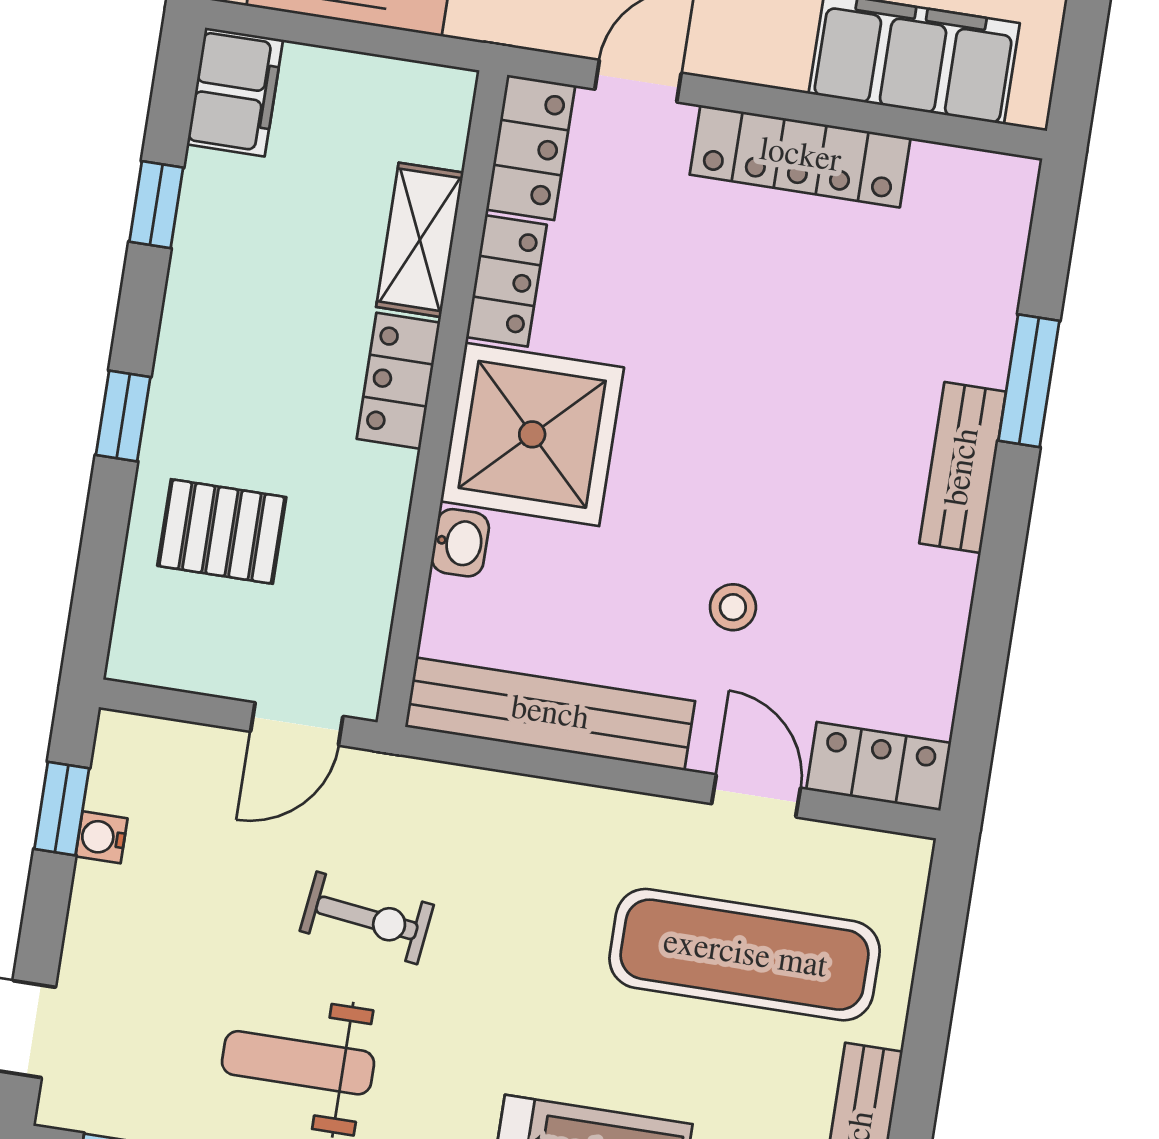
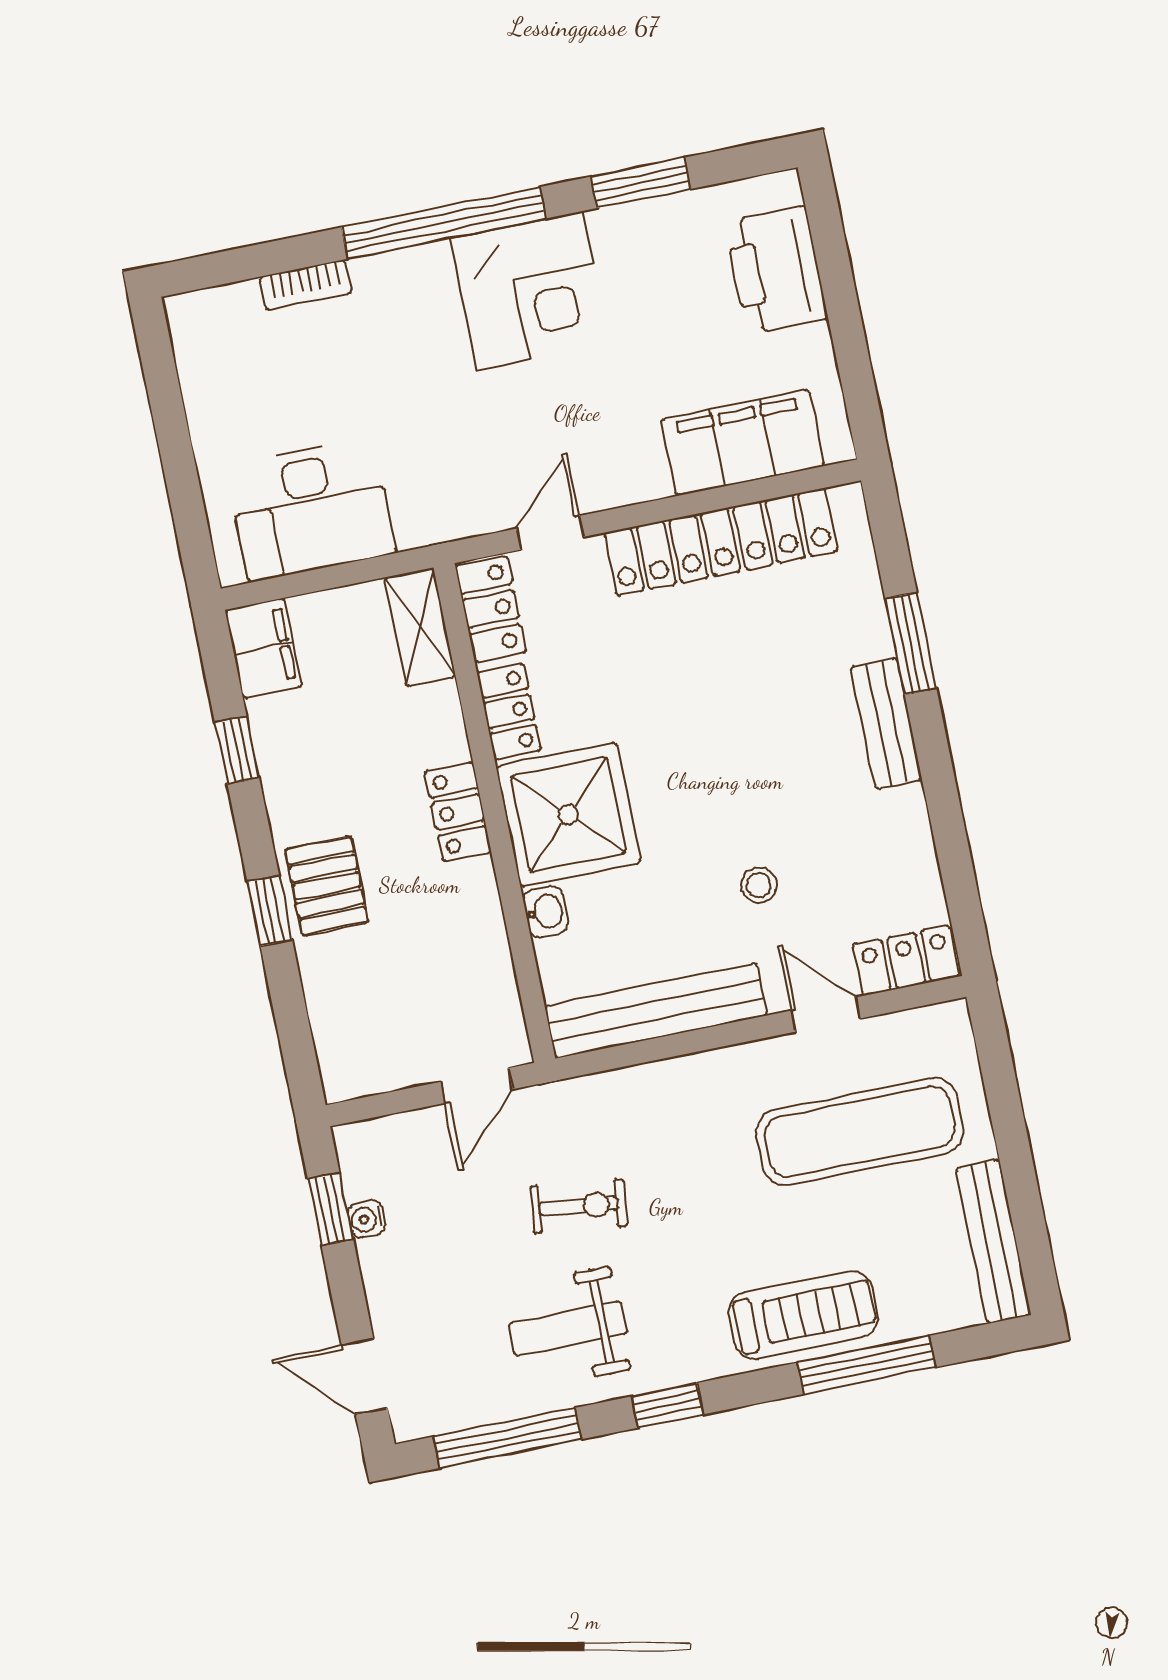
locker: (800, 156) -> (721, 542), width x1.41, depth x1.21
shelving: (420, 240) -> (420, 627), moved
pallet: (222, 532) -> (327, 886), moved, turned 90

